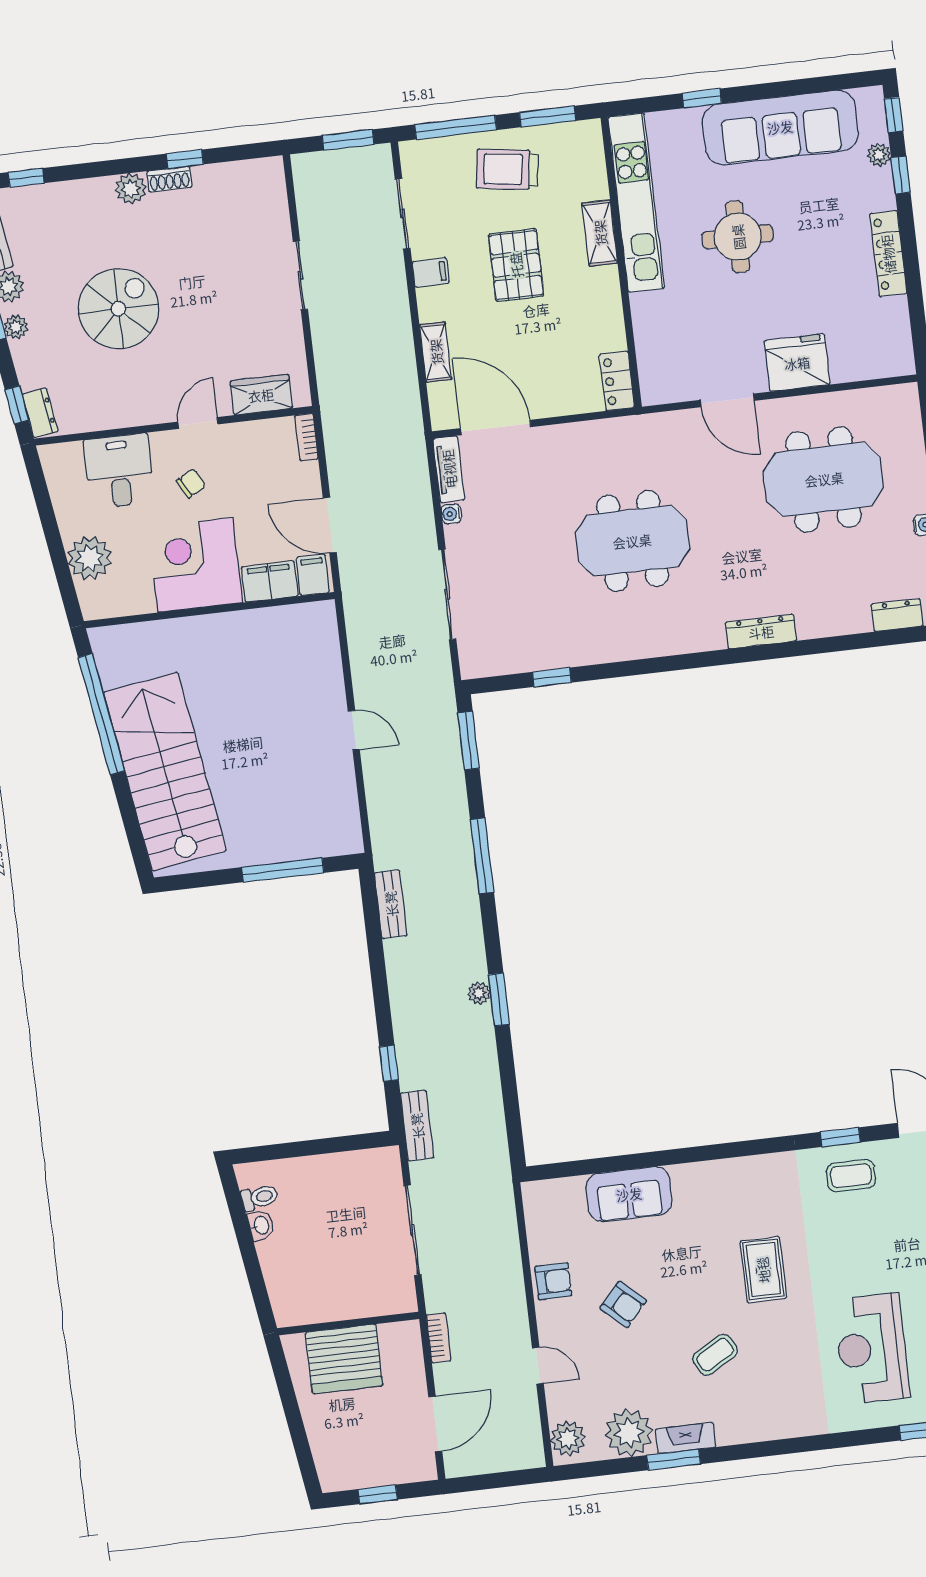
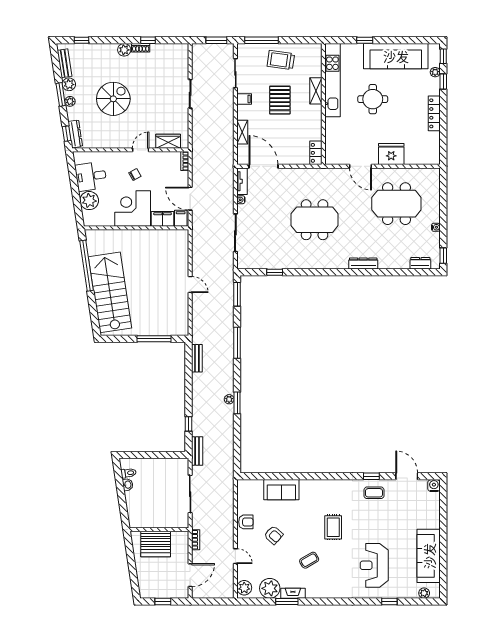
window: (548, 116) -> (300, 40), removed
dresser: (40, 413) -> (75, 134), width x1.44
desk: (119, 471) -> (91, 176), moved, turned -99

